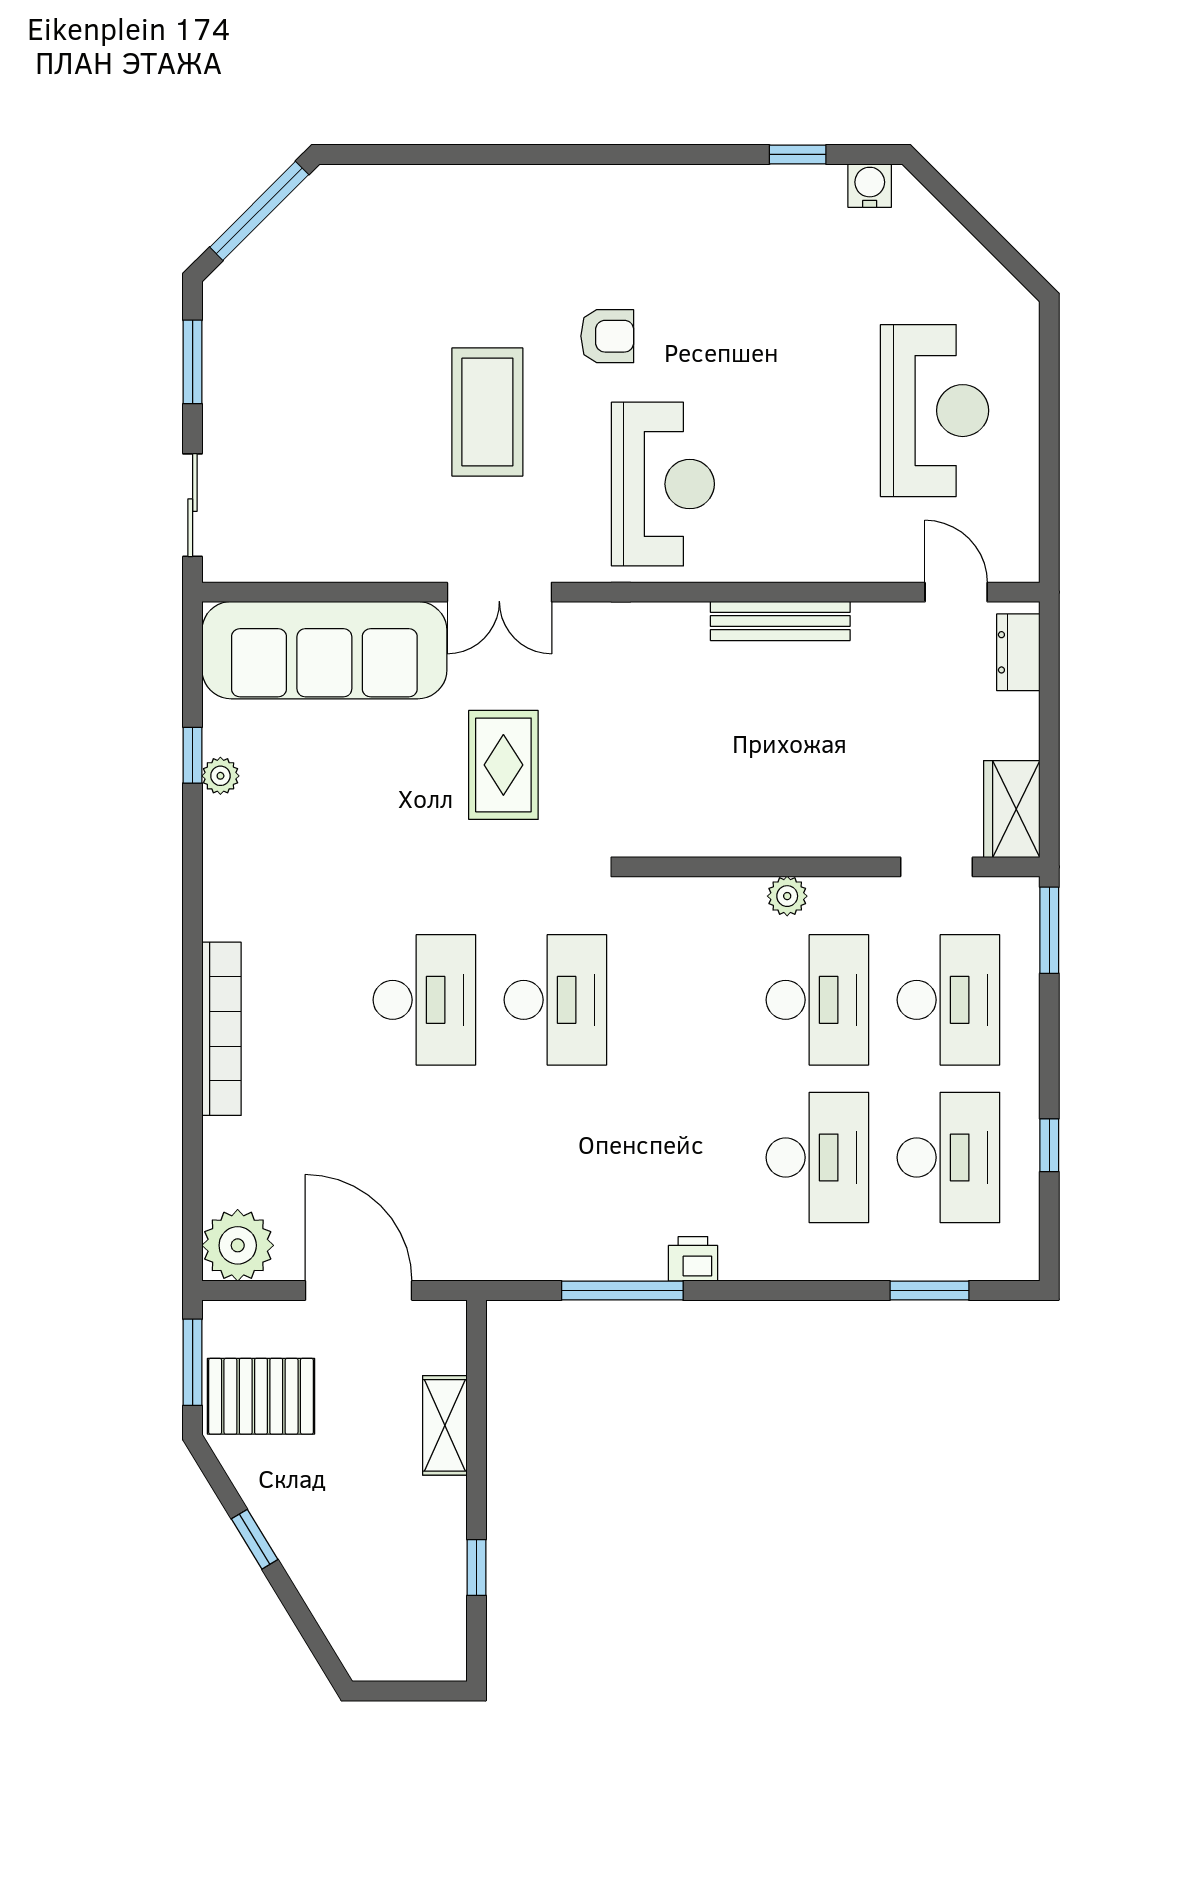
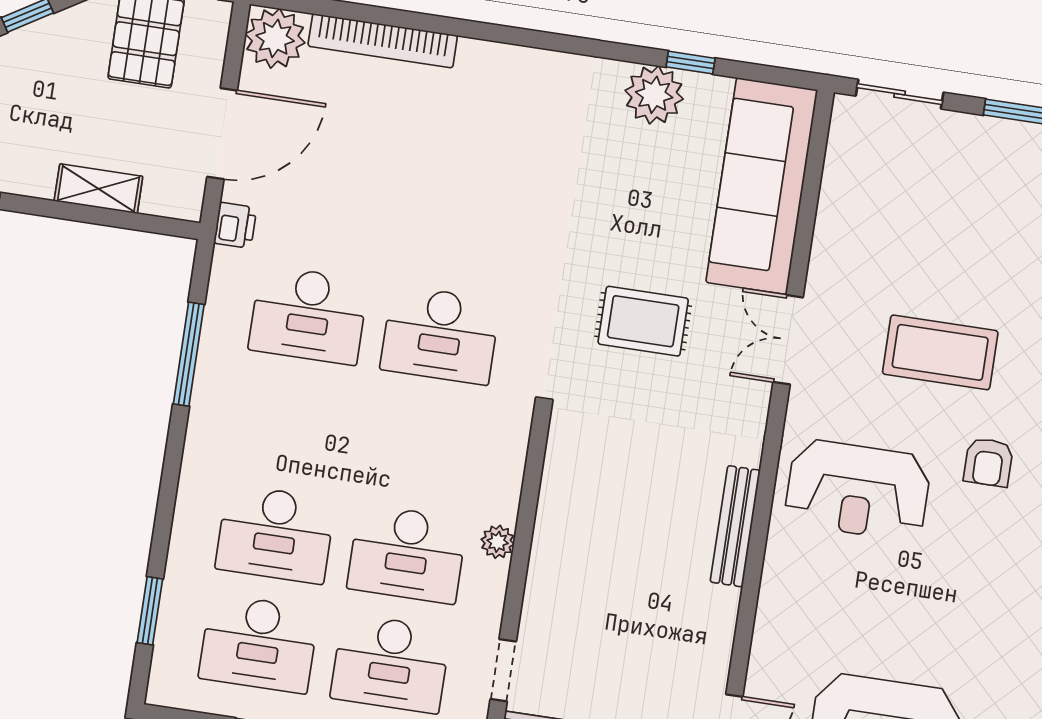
bench: (780, 621) -> (735, 526), moved
plant: (220, 776) -> (654, 95), width x1.88, depth x1.88
desk: (424, 1000) -> (308, 315), moved
bookcase: (222, 1029) -> (383, 41), moved
printer: (693, 1259) -> (235, 225), moved

